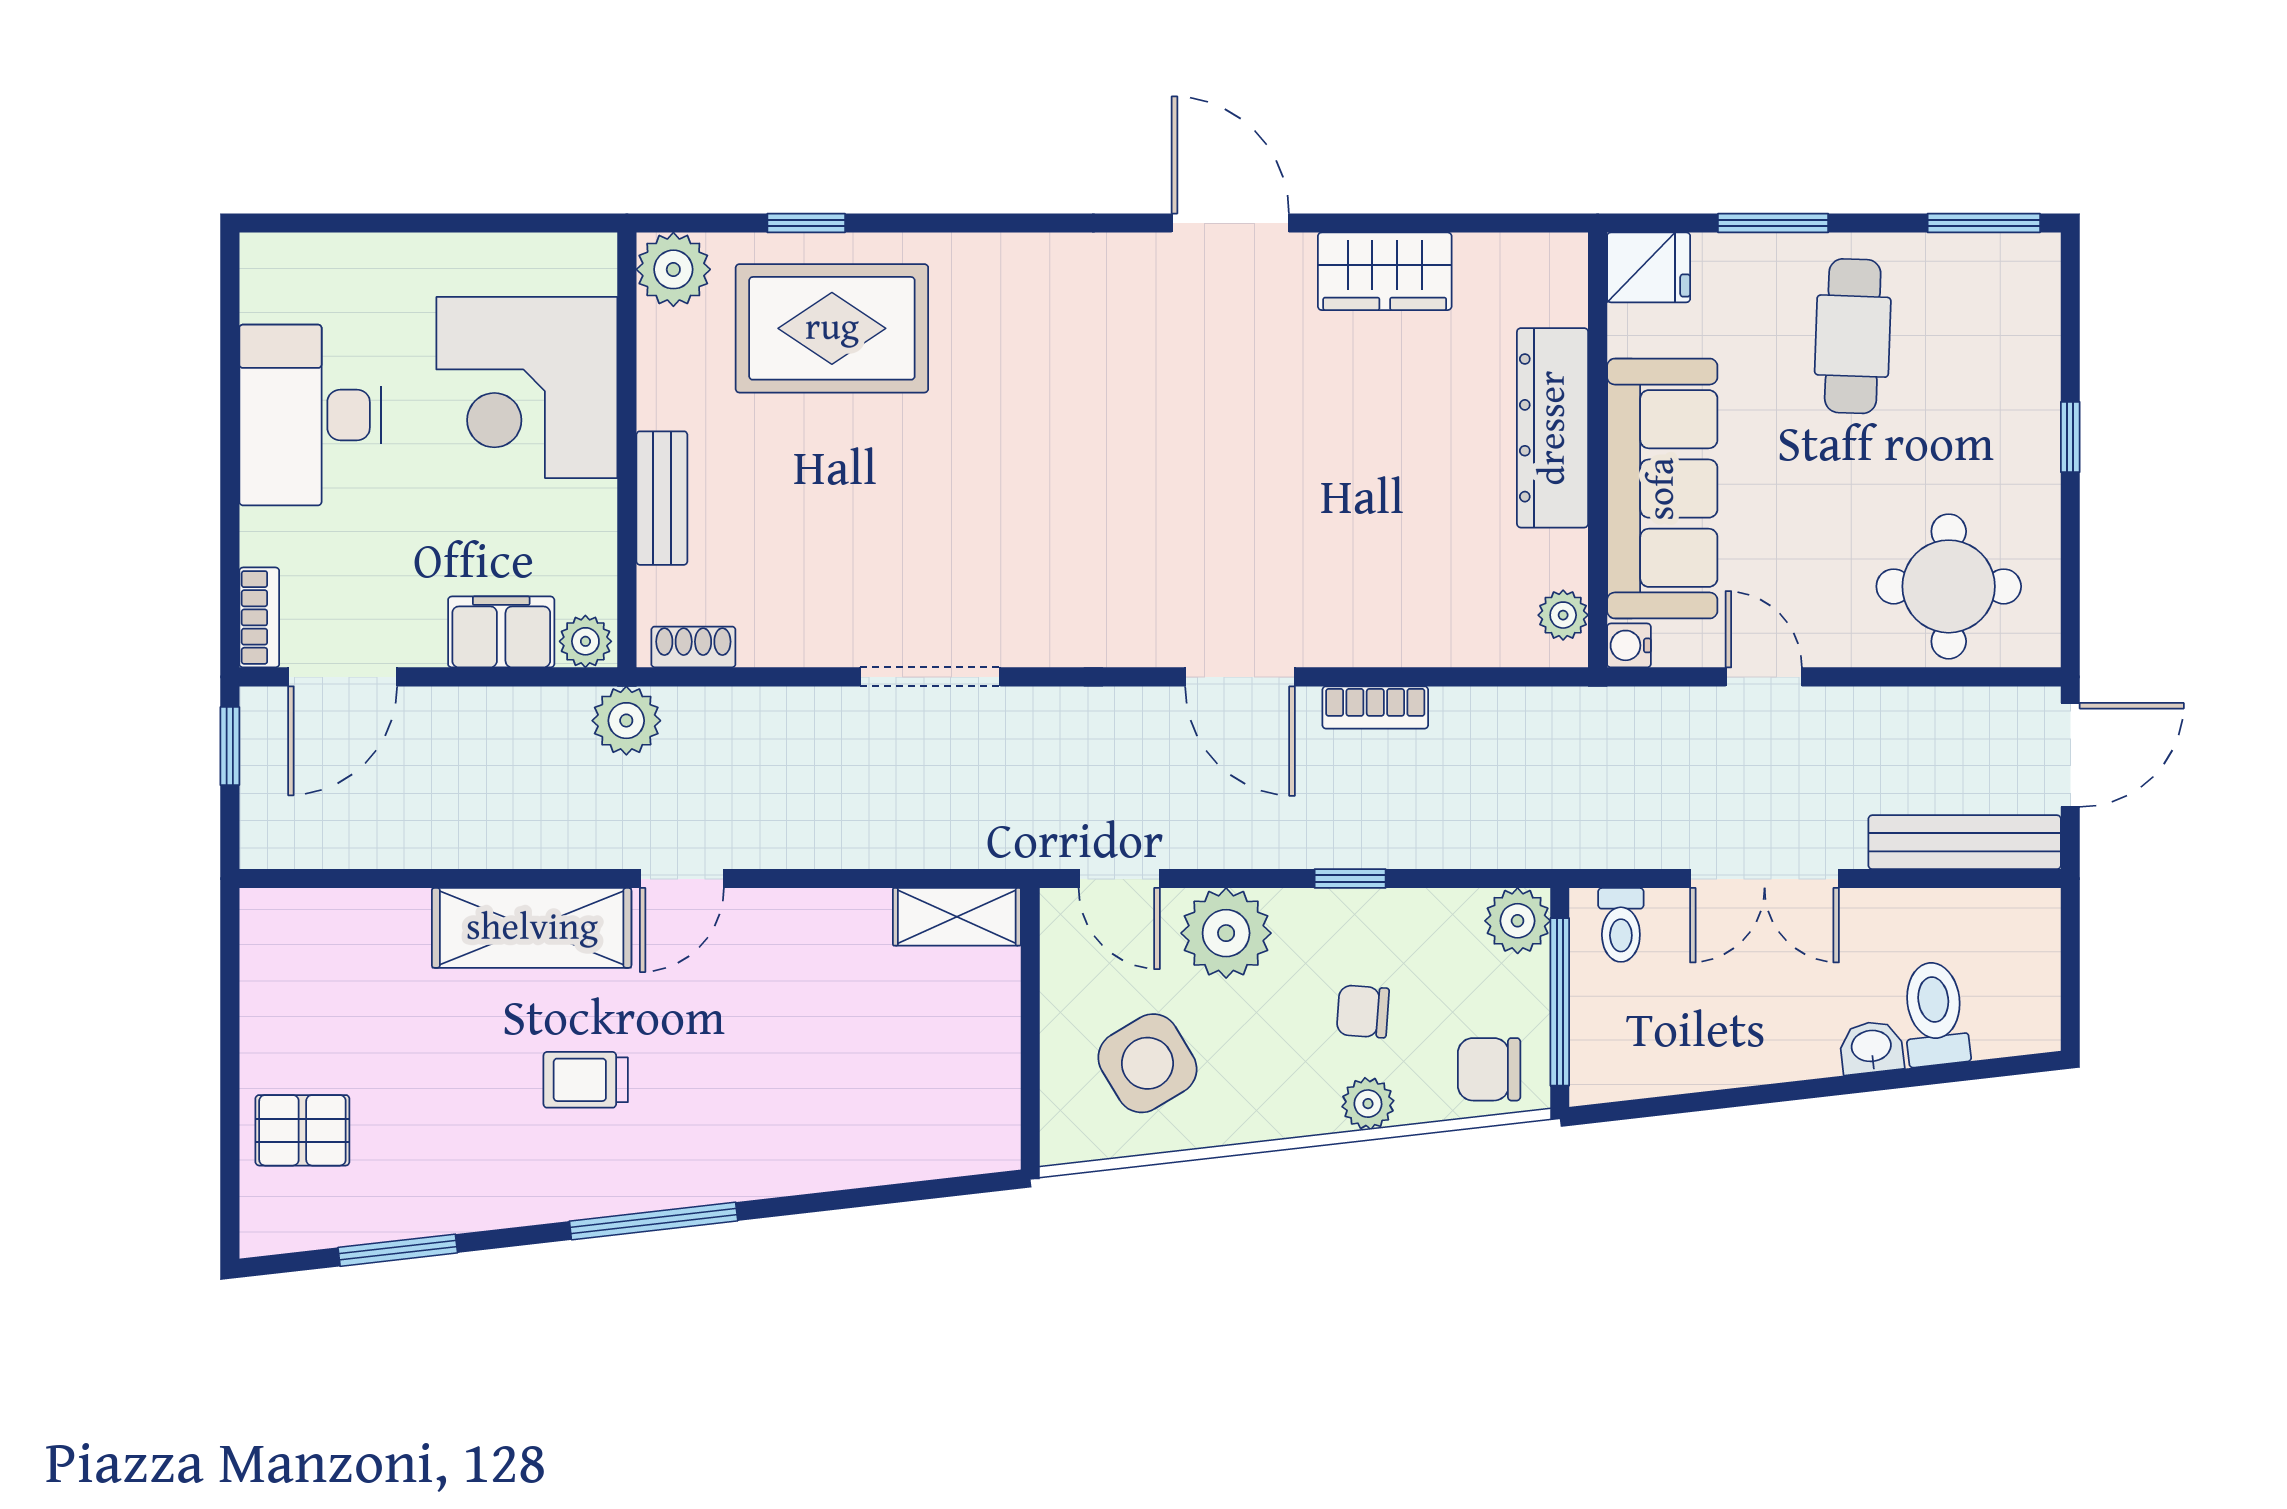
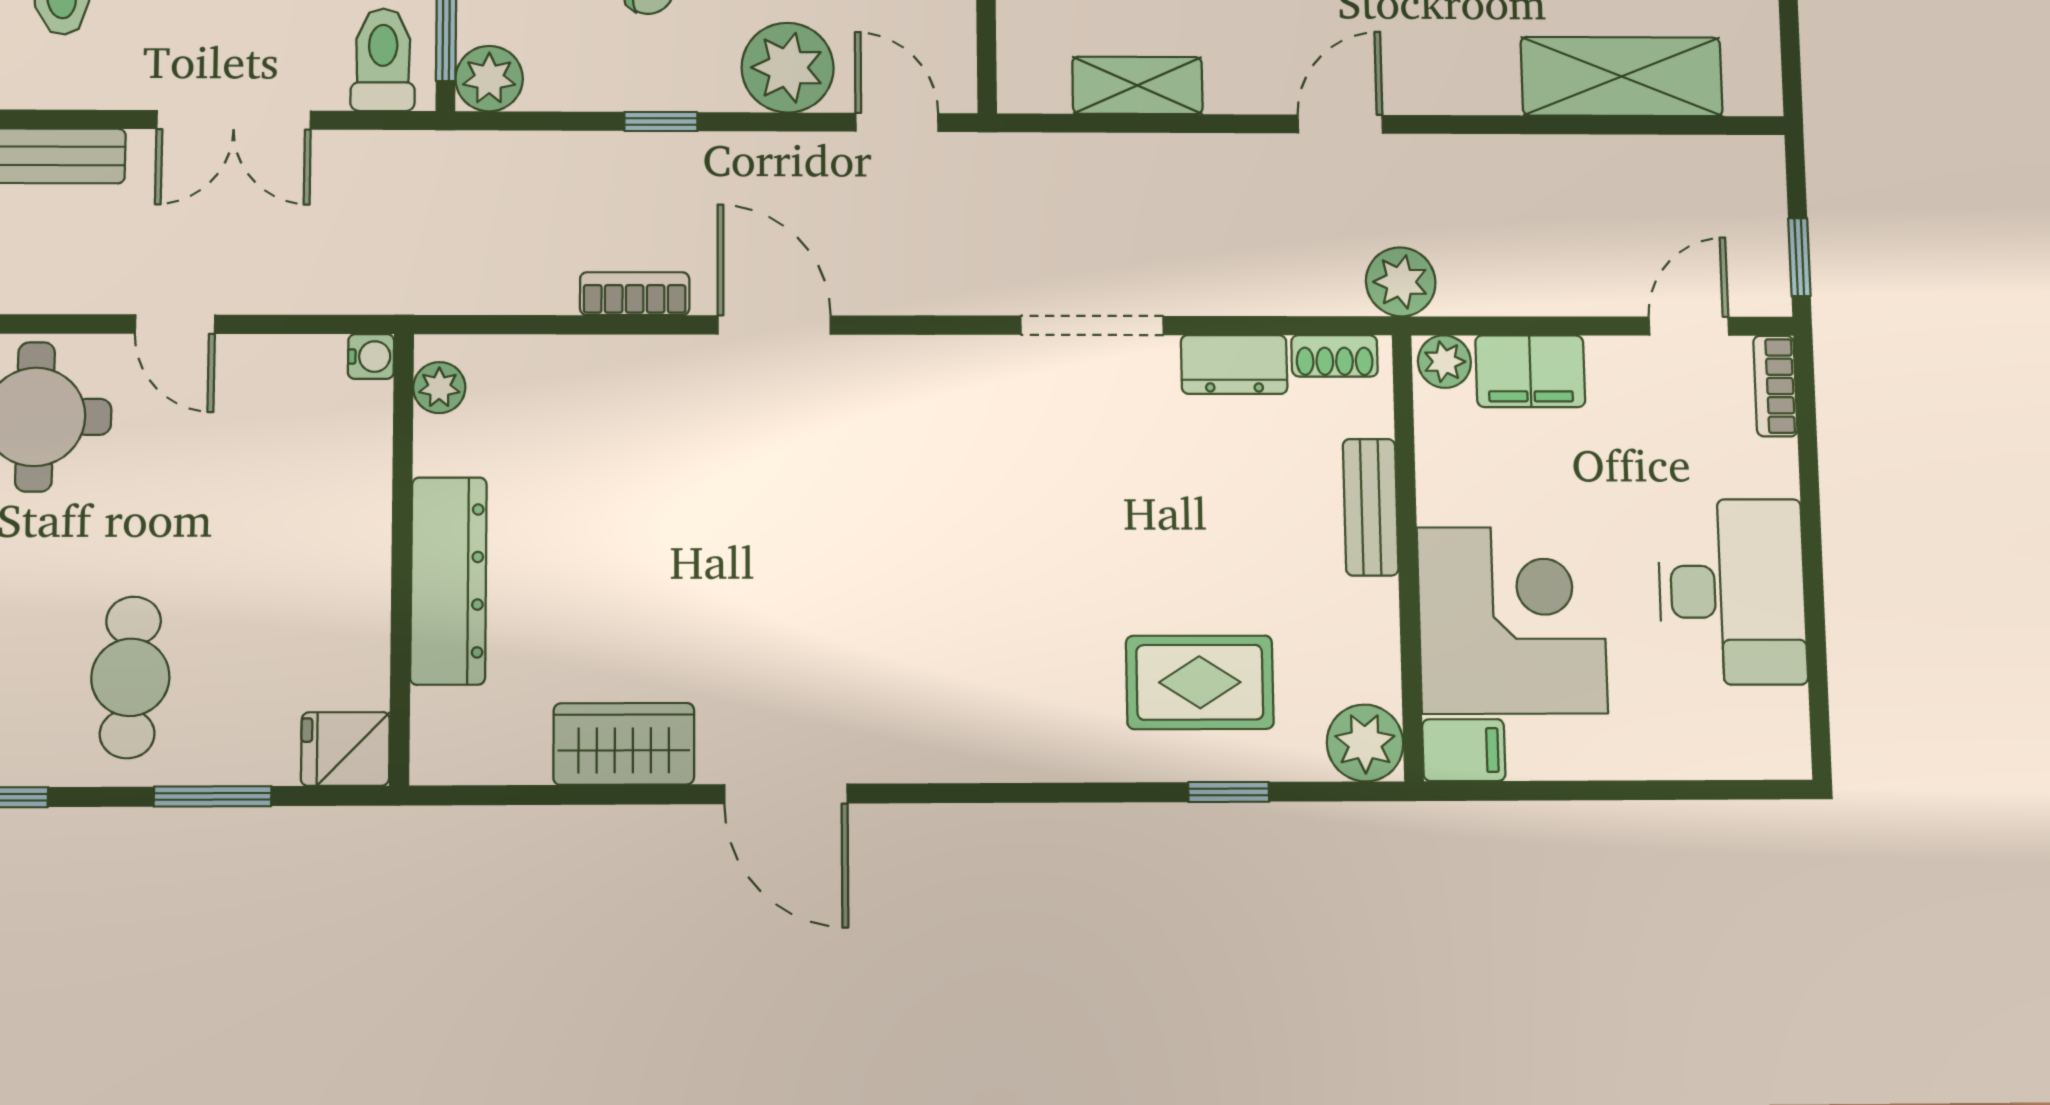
filing cabinet: (578, 262) -> (1464, 750), added
rug: (832, 328) -> (1200, 682), width x0.73, depth x0.70
sofa: (1662, 489) -> (334, 518), removed
dresser: (792, 638) -> (1234, 364), added
door: (343, 677) -> (1689, 326), width x0.73
door: (1764, 677) -> (175, 324), moved
double door: (1765, 879) -> (234, 120), swing flipped
shelving: (957, 917) -> (1137, 85), moved
toilet: (1621, 925) -> (383, 60), width x1.37, depth x1.39
shelving: (532, 928) -> (1622, 76), moved

